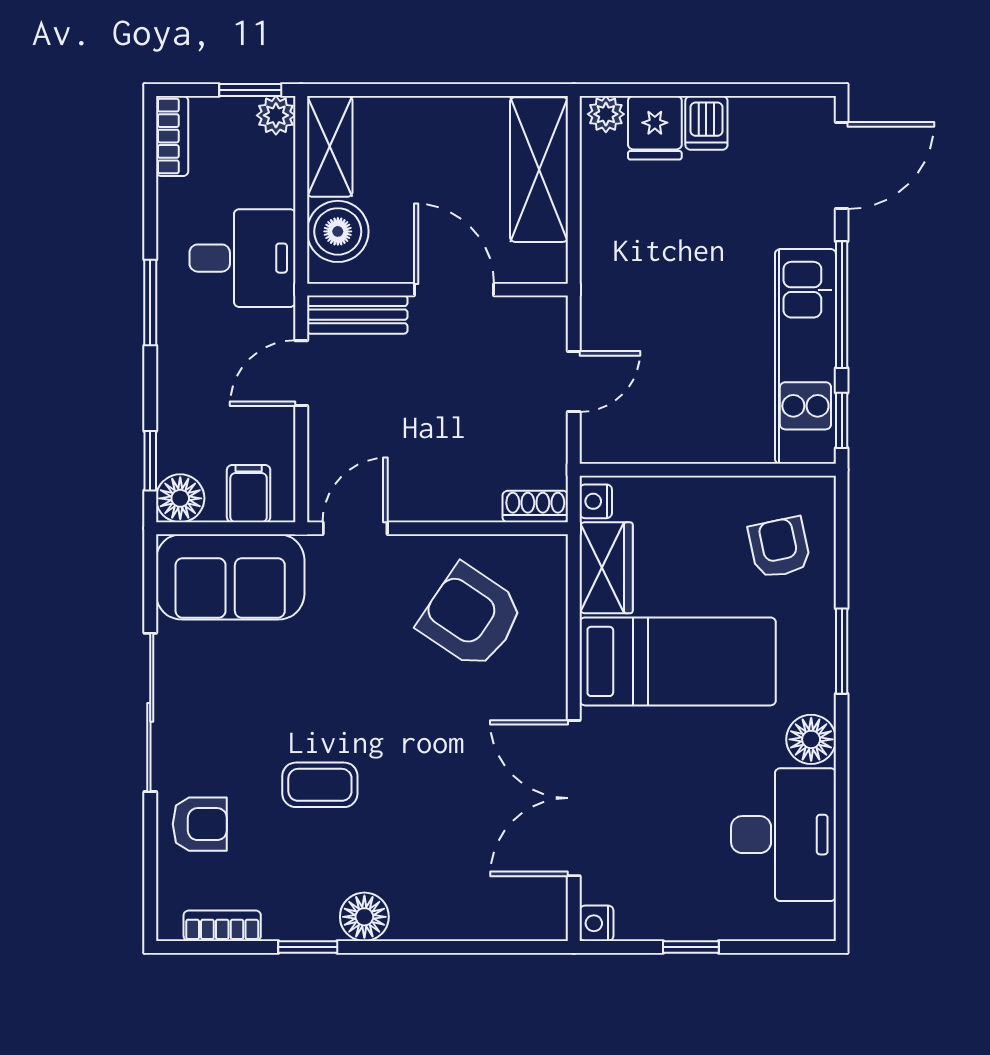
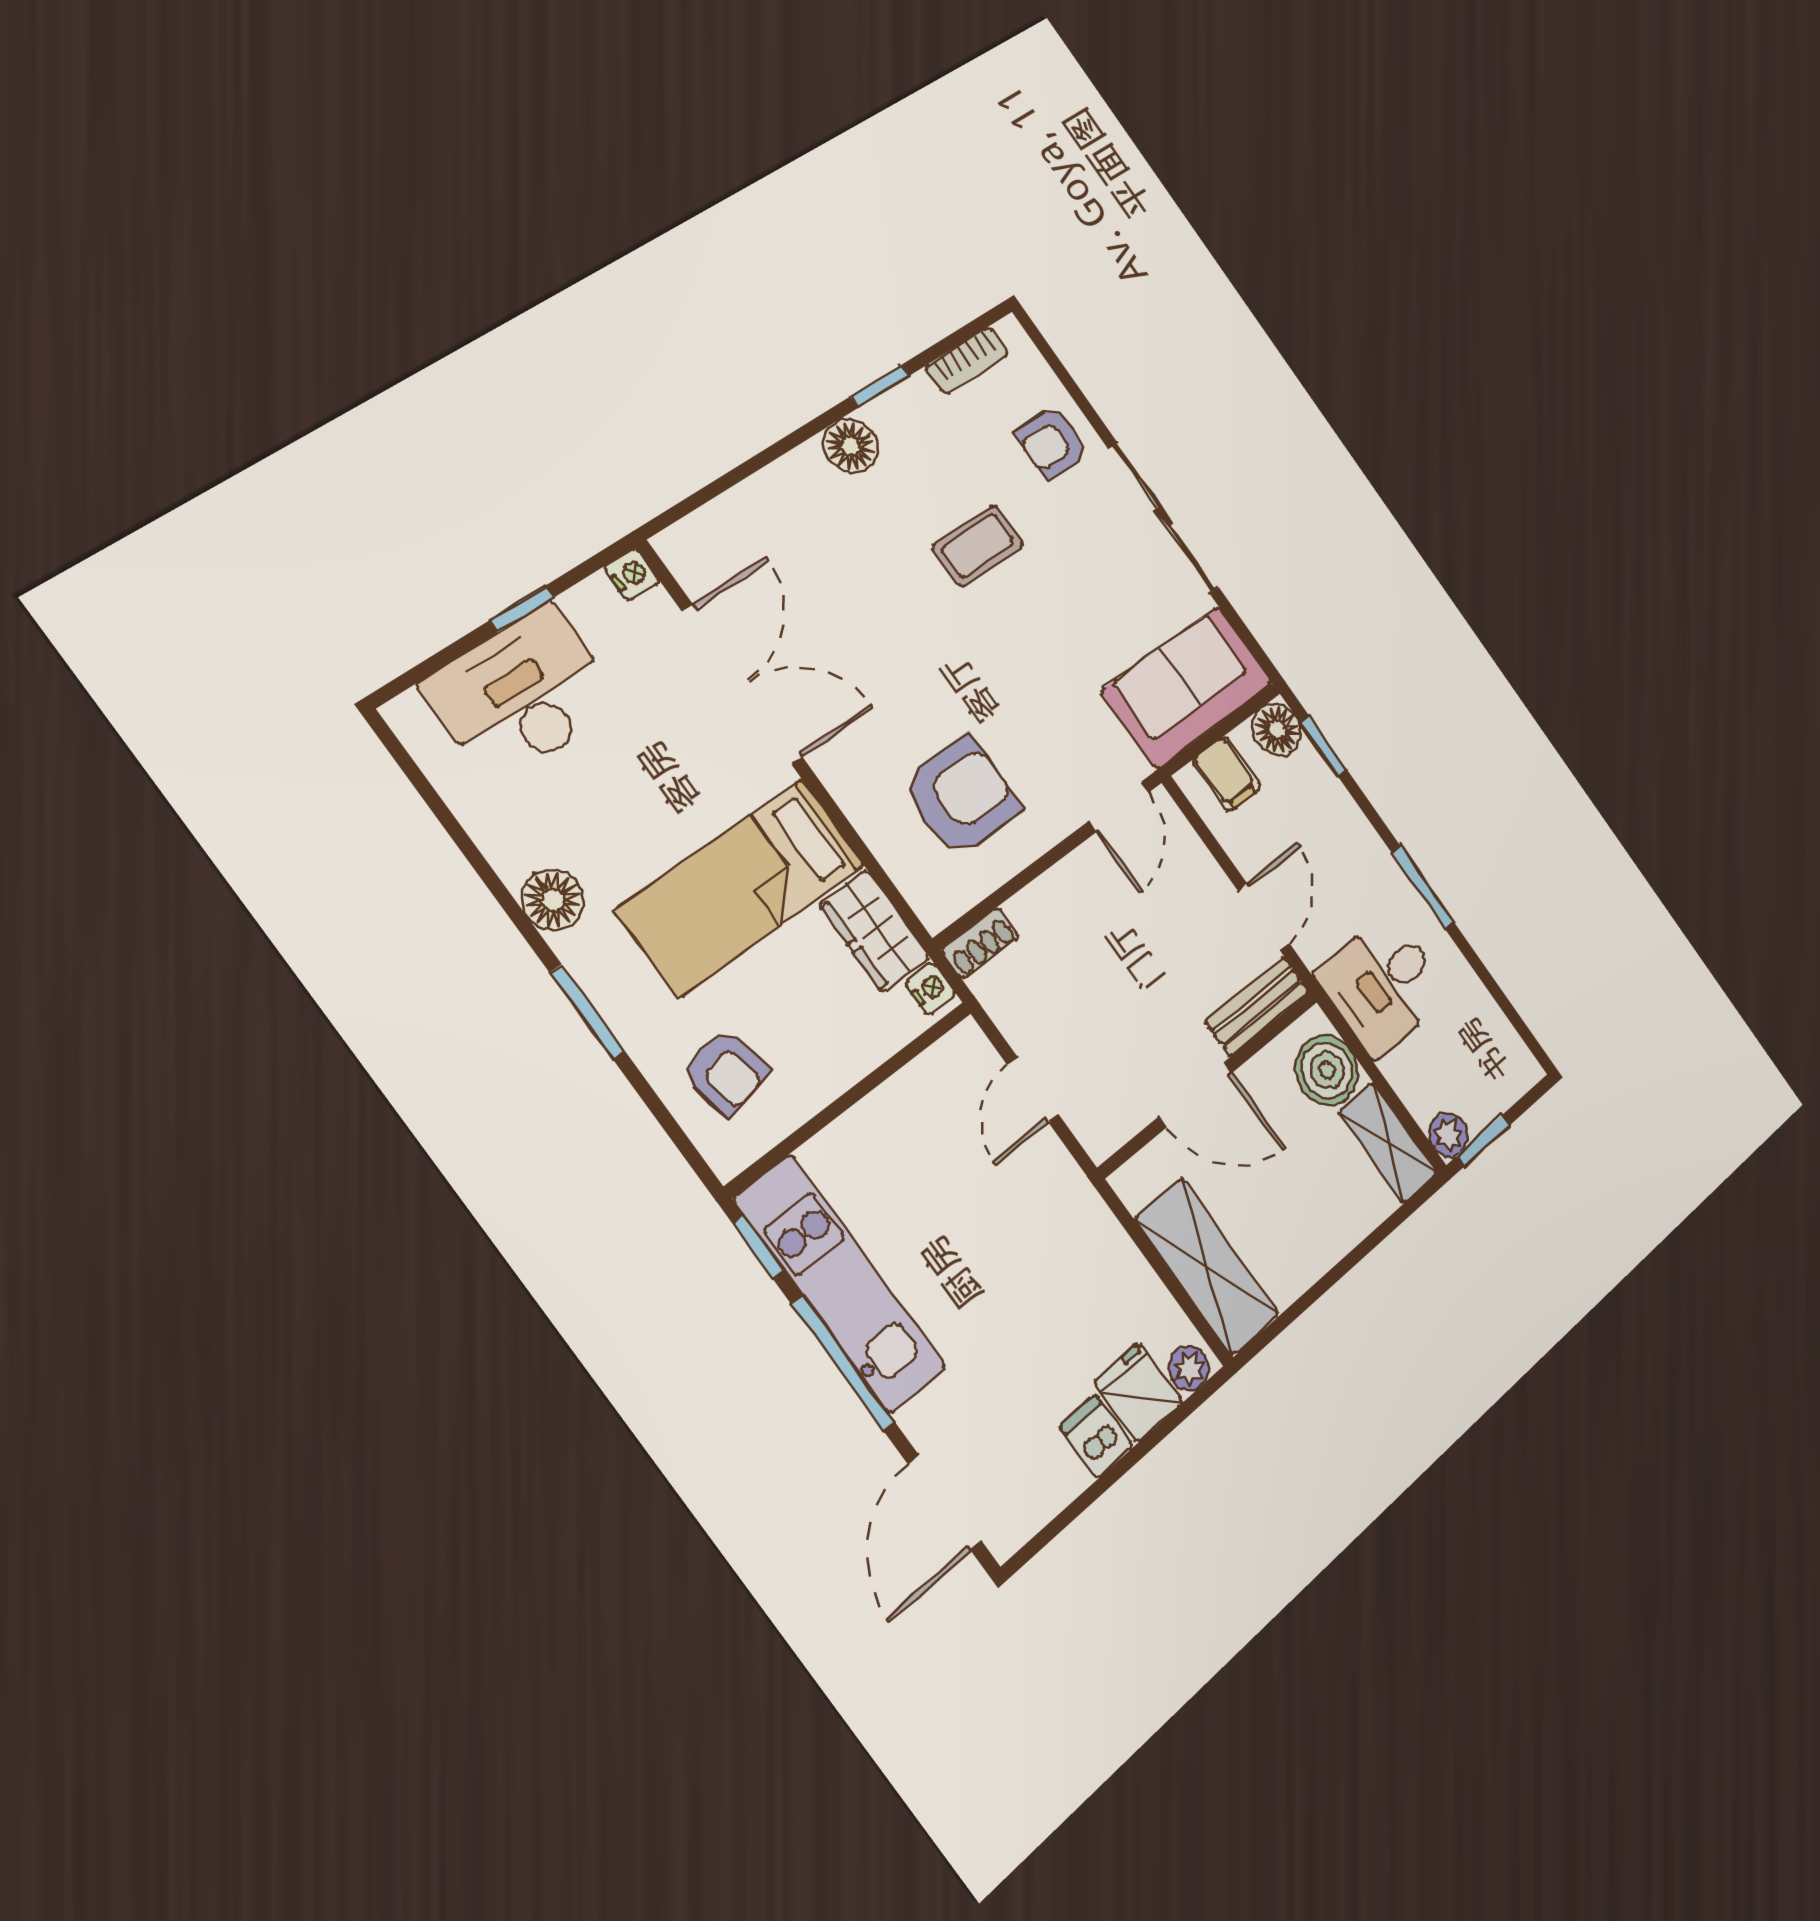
bookcase: (172, 136) -> (1511, 1049), removed
armchair: (471, 617) -> (961, 796), turned -34
desk: (783, 835) -> (522, 694), moved, turned 90

